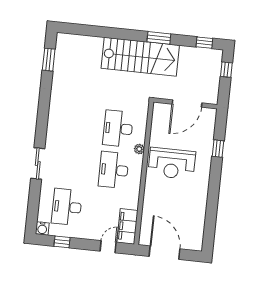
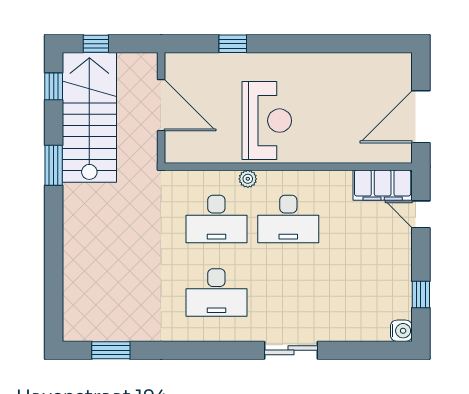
stairs: (140, 57) -> (89, 117), moved
desk: (67, 207) -> (216, 292), moved

